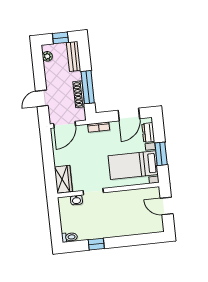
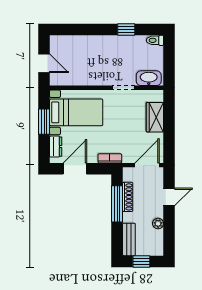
plant: (47, 56) -> (158, 223), moved
wardrobe: (63, 179) -> (155, 117), moved
washbasin: (76, 200) -> (149, 78), width x1.91, depth x1.45

